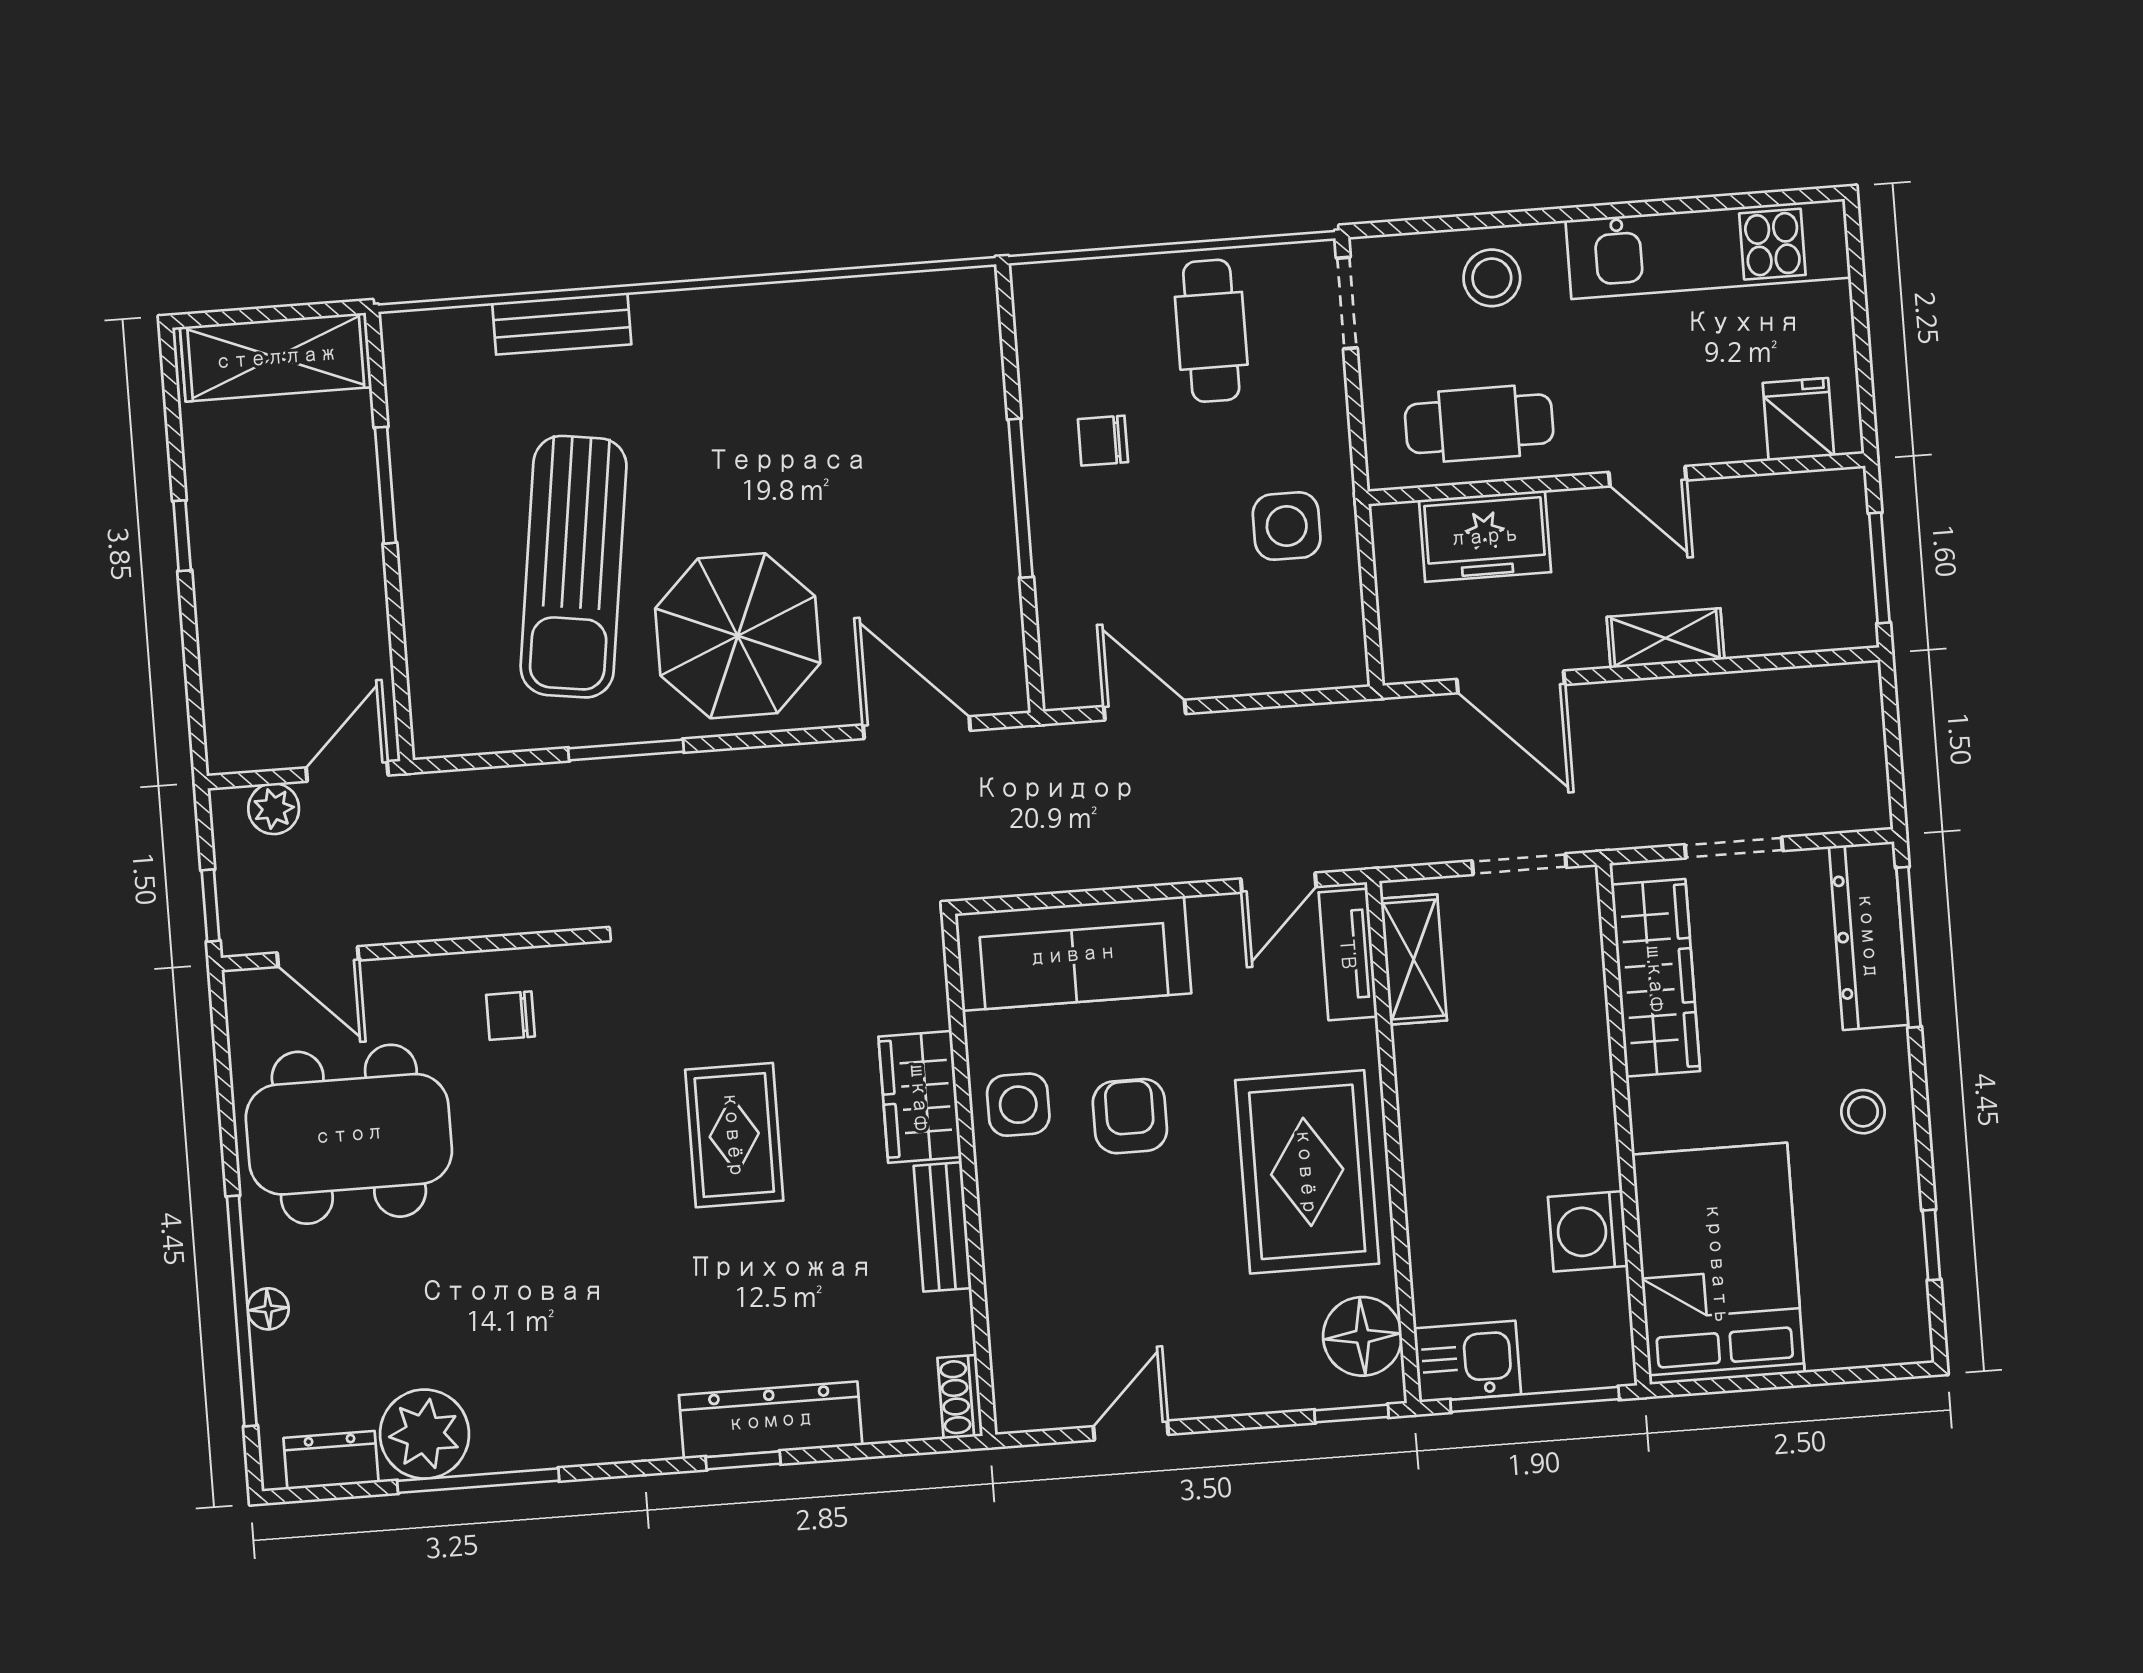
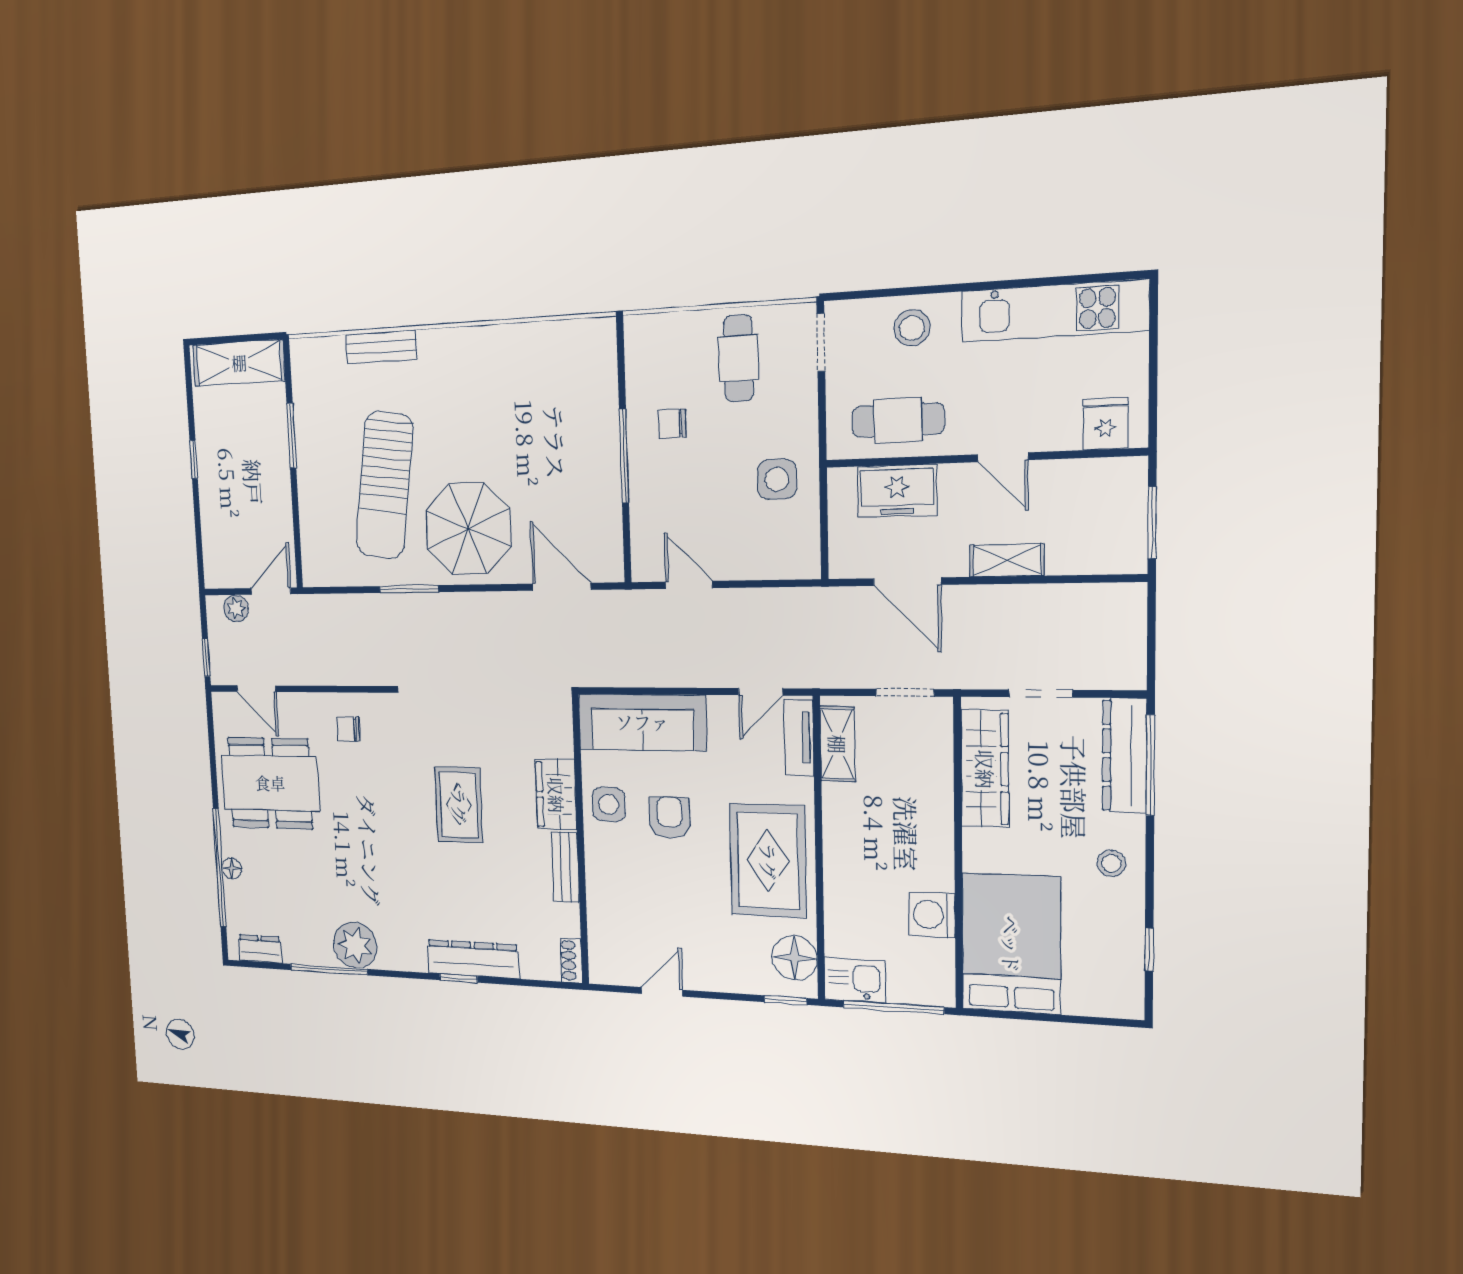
plant: (425, 1434) -> (355, 945), moved

